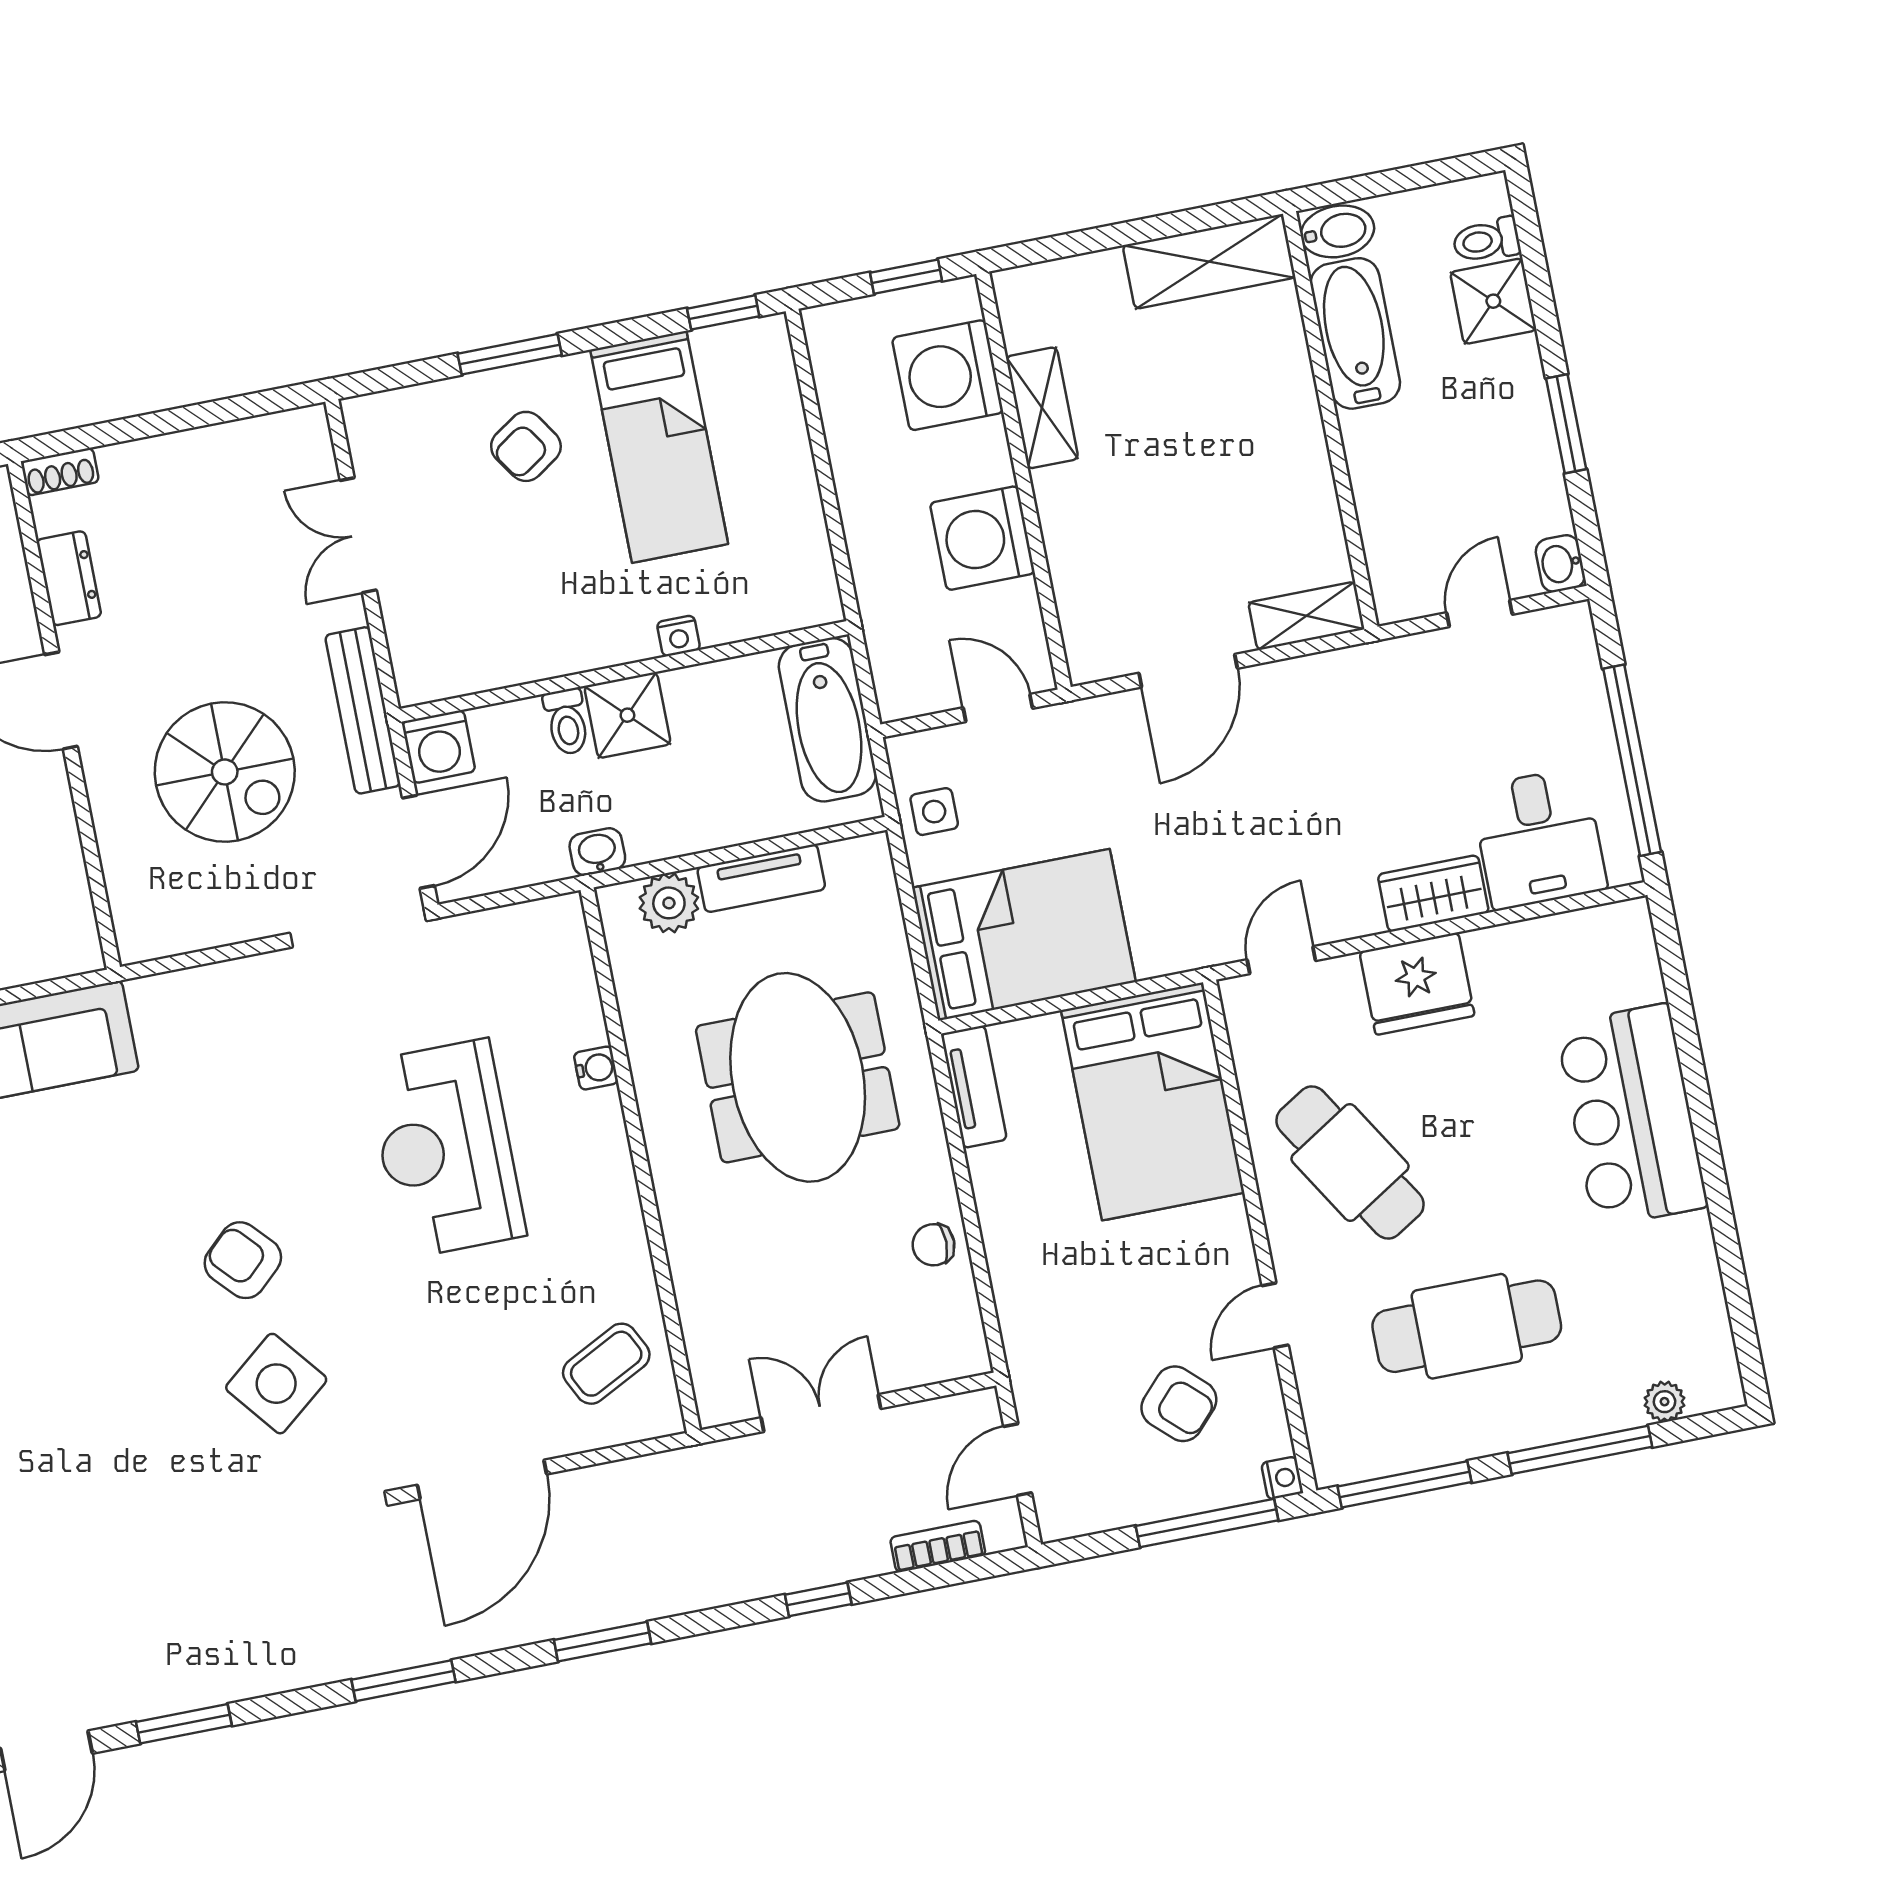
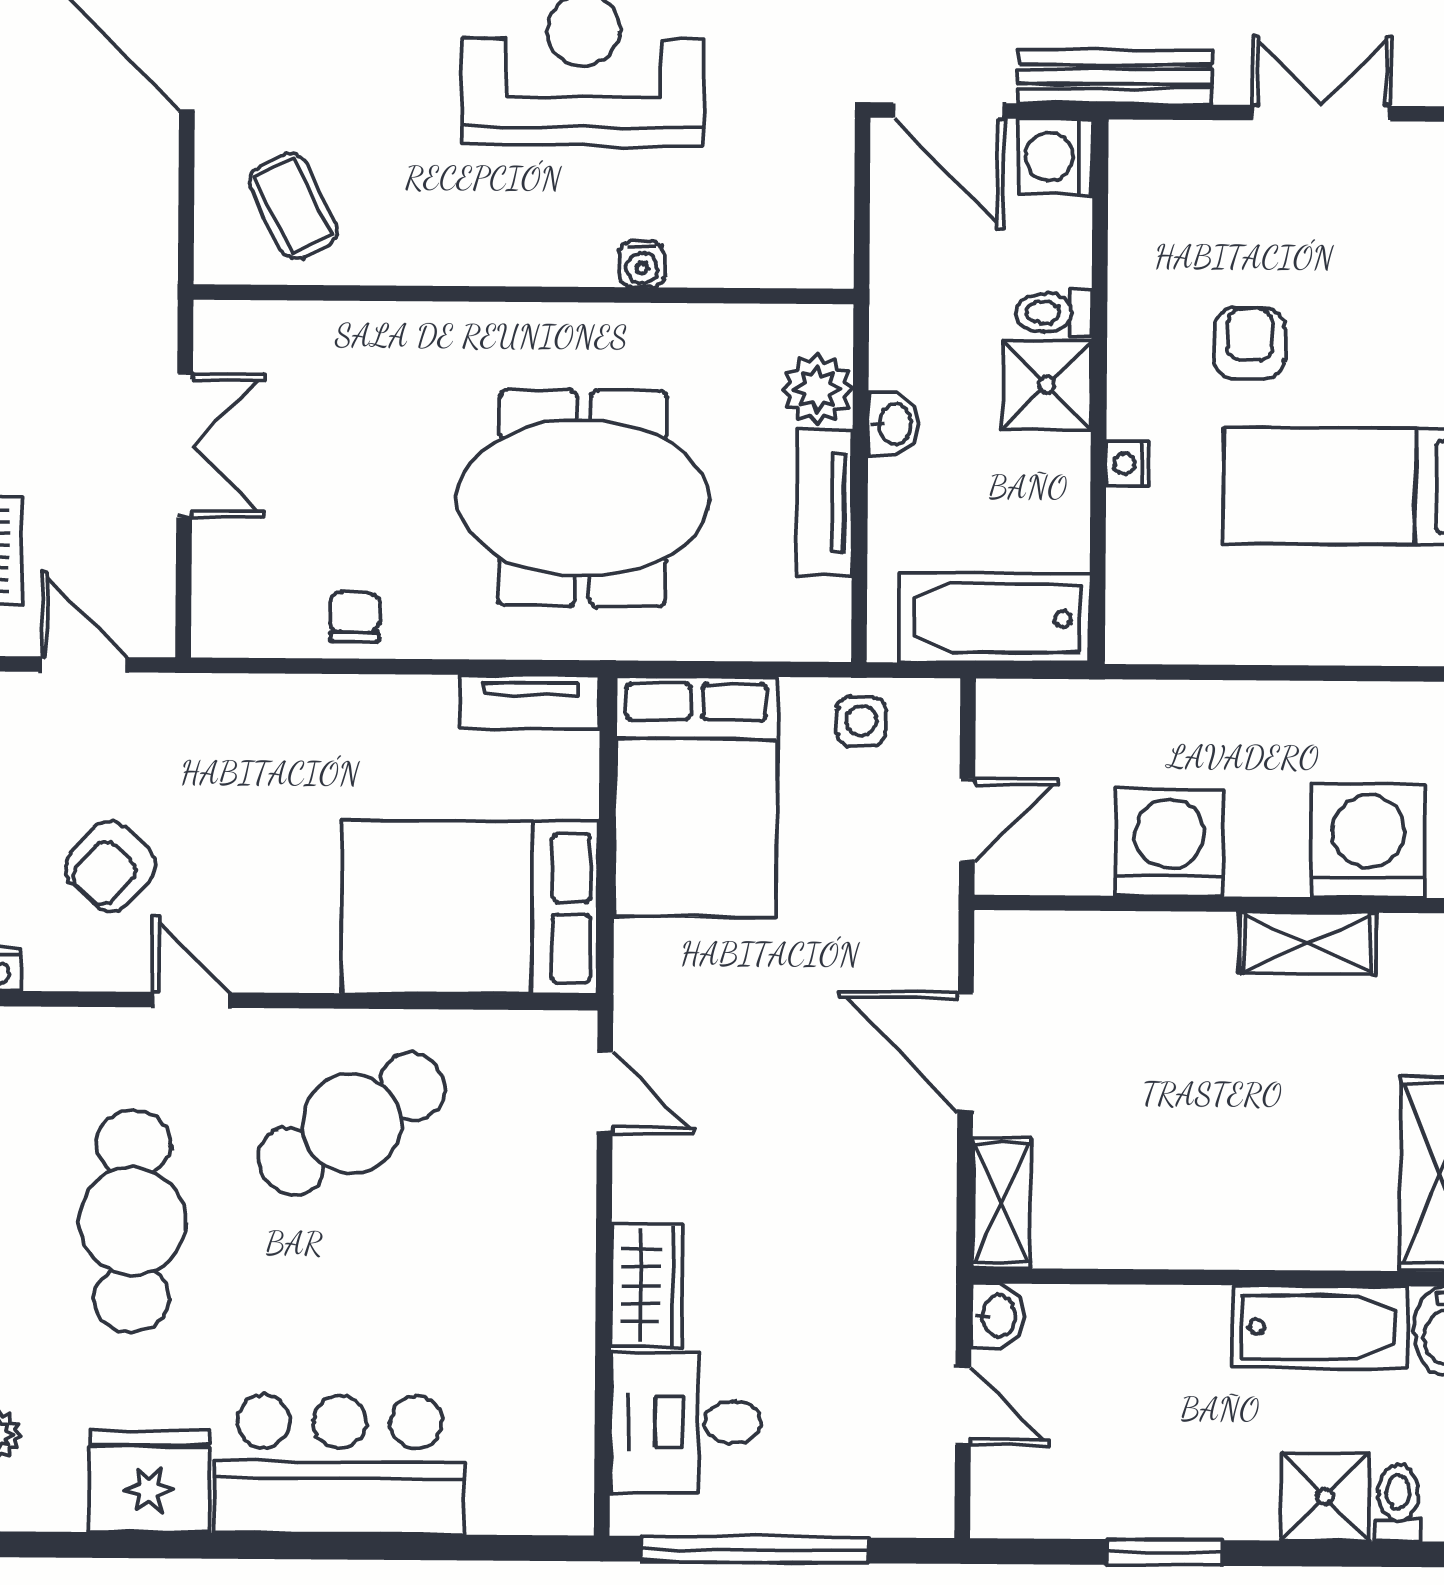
armchair: (526, 446) -> (1249, 343), moved, turned 34
washbasin: (1560, 564) -> (997, 1316), moved, turned 90
washbasin: (597, 852) -> (894, 424), moved
fridge: (1417, 984) -> (149, 1482), moved, turned 90

